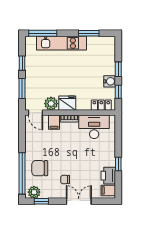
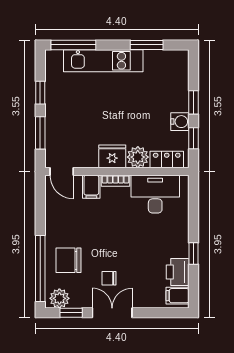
plant: (51, 104) -> (138, 157), moved
double door: (79, 201) -> (112, 313), moved

